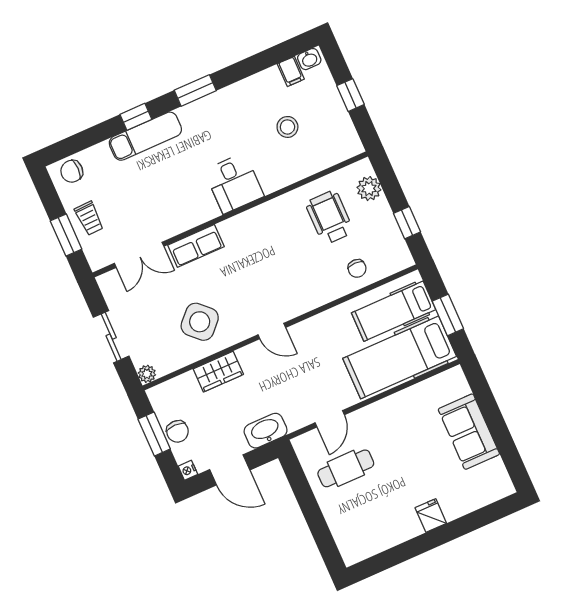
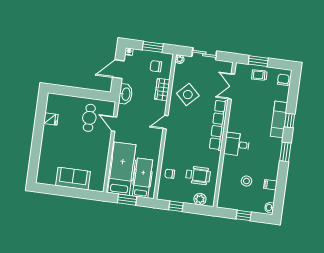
filing cabinet: (291, 71) -> (270, 185), moved
row of seats: (196, 246) -> (219, 125), width x2.02
chair: (177, 431) -> (156, 66), moved
fridge: (431, 516) -> (51, 119), moved

